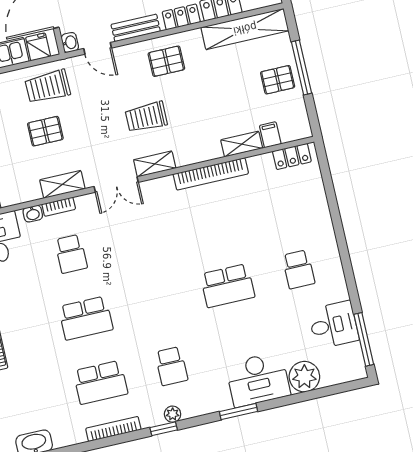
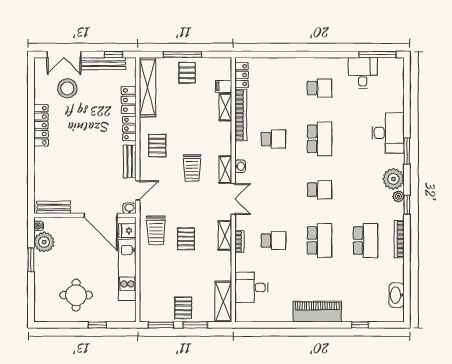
bookcase: (211, 174) -> (241, 115), moved
washbasin: (33, 214) -> (240, 166), moved
school desk: (213, 221) -> (273, 139), added
school desk: (171, 366) -> (319, 190), moved
plant: (304, 377) -> (393, 179), moved

